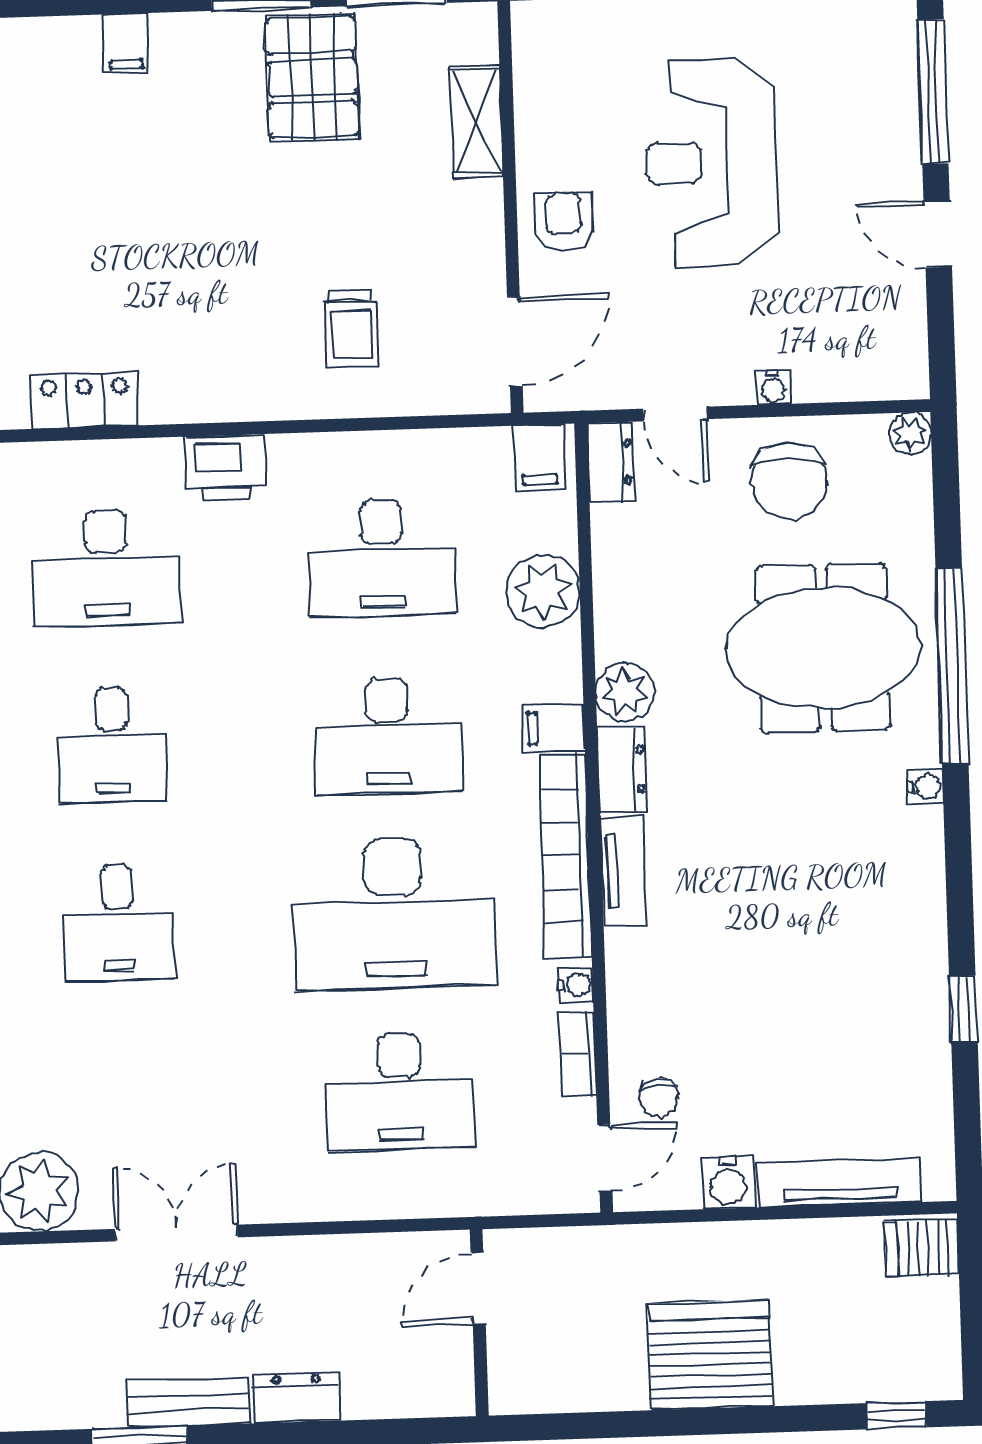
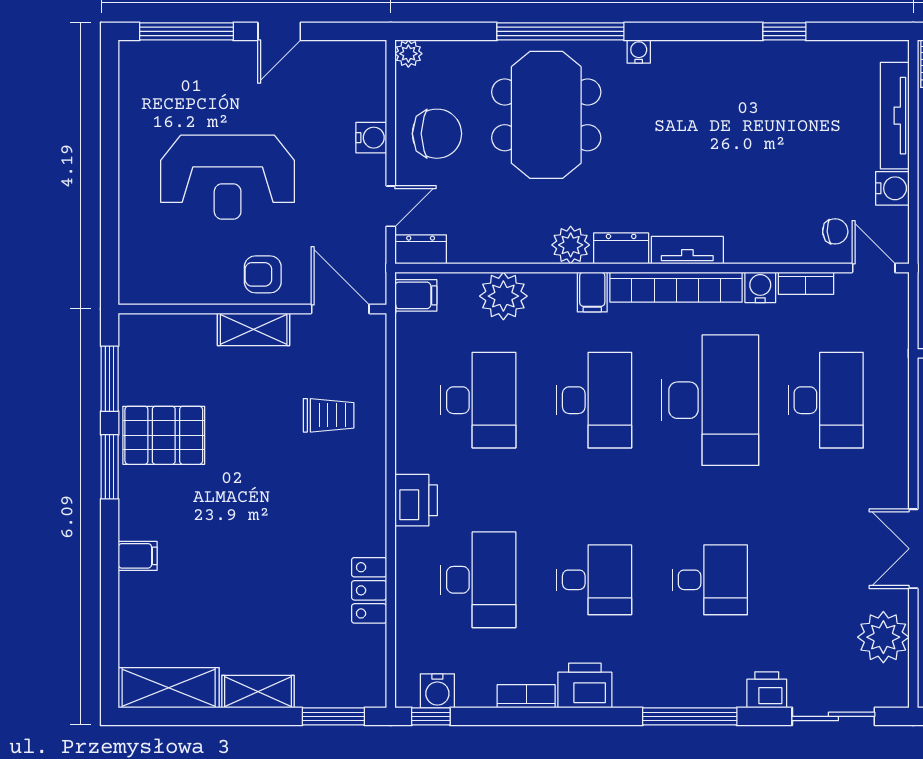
shelving: (476, 121) -> (254, 329), moved
water cooler: (773, 387) -> (371, 138), width x1.38, depth x1.38
water cooler: (576, 985) -> (760, 287), width x1.38, depth x1.38

